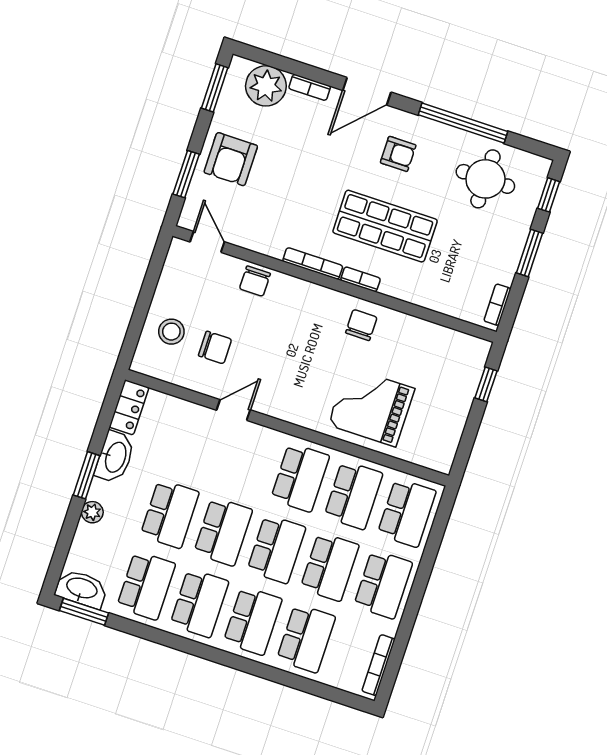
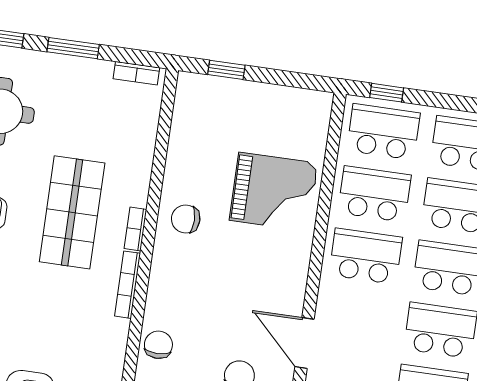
chair: (255, 281) -> (158, 345), turned -90
grand piano: (371, 407) -> (274, 192), turned -90
door: (233, 410) -> (305, 343), width x1.38
window: (441, 522) -> (387, 93), added

